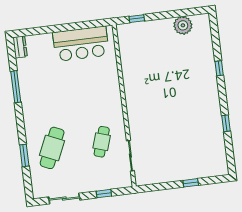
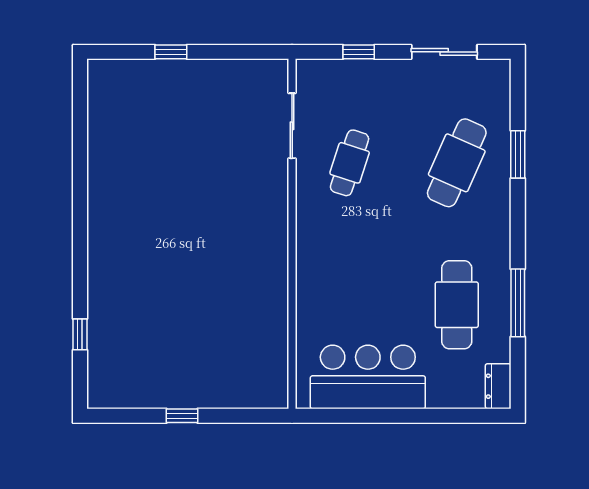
window: (137, 19) -> (182, 416), moved
plant: (183, 25) -> (146, 389), removed
window: (219, 68) -> (80, 334), moved
cafe table: (44, 82) -> (457, 305), added
window: (226, 123) -> (80, 169), removed

